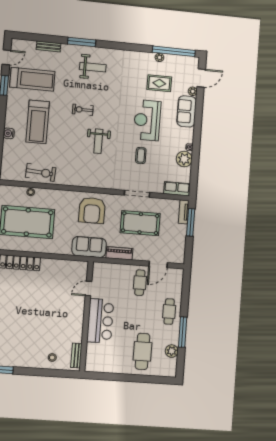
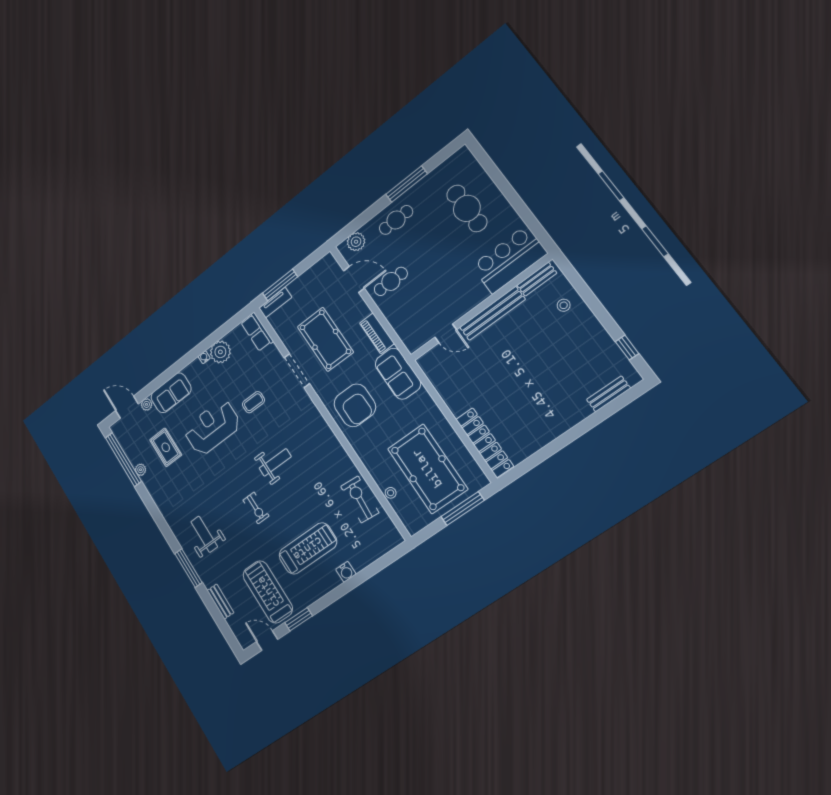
reception desk: (147, 120) -> (212, 427), turned 180
armchair: (92, 210) -> (355, 405), turned 90
bench: (78, 320) -> (492, 313), added
bar counter: (100, 321) -> (509, 260), moved
cafe table: (142, 351) -> (467, 208), turned 90
plant: (172, 351) -> (356, 242), moved

